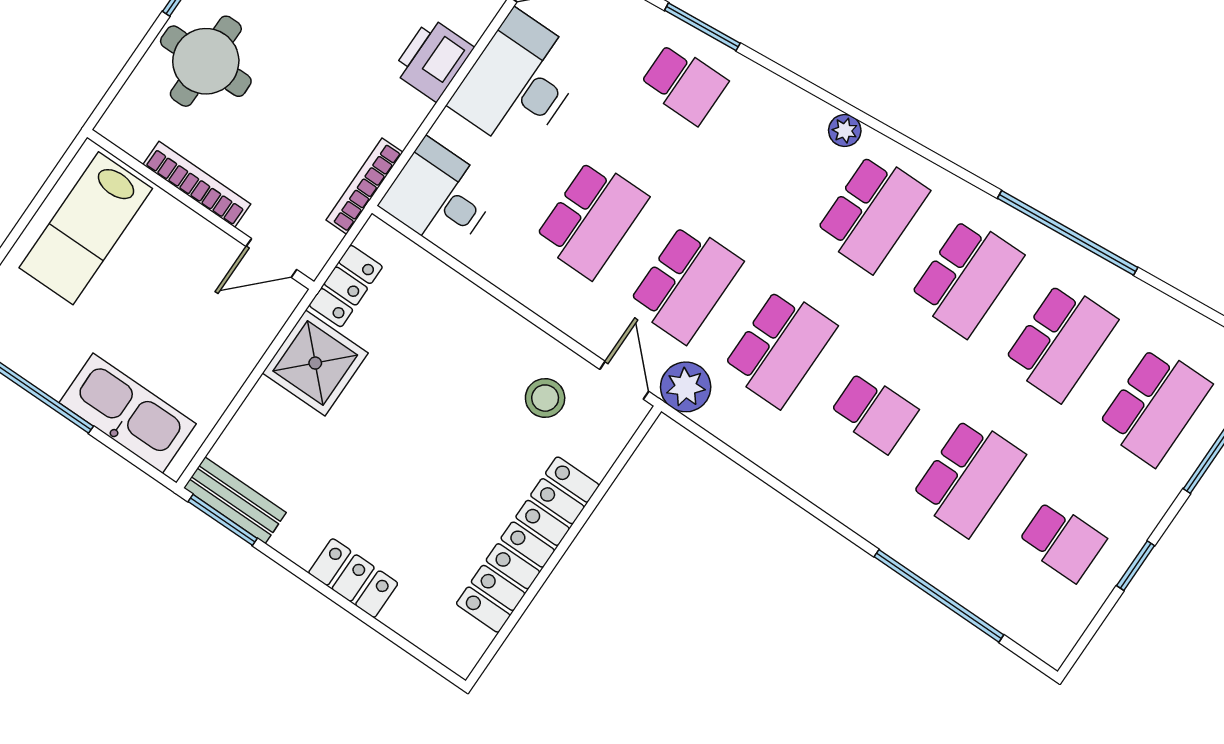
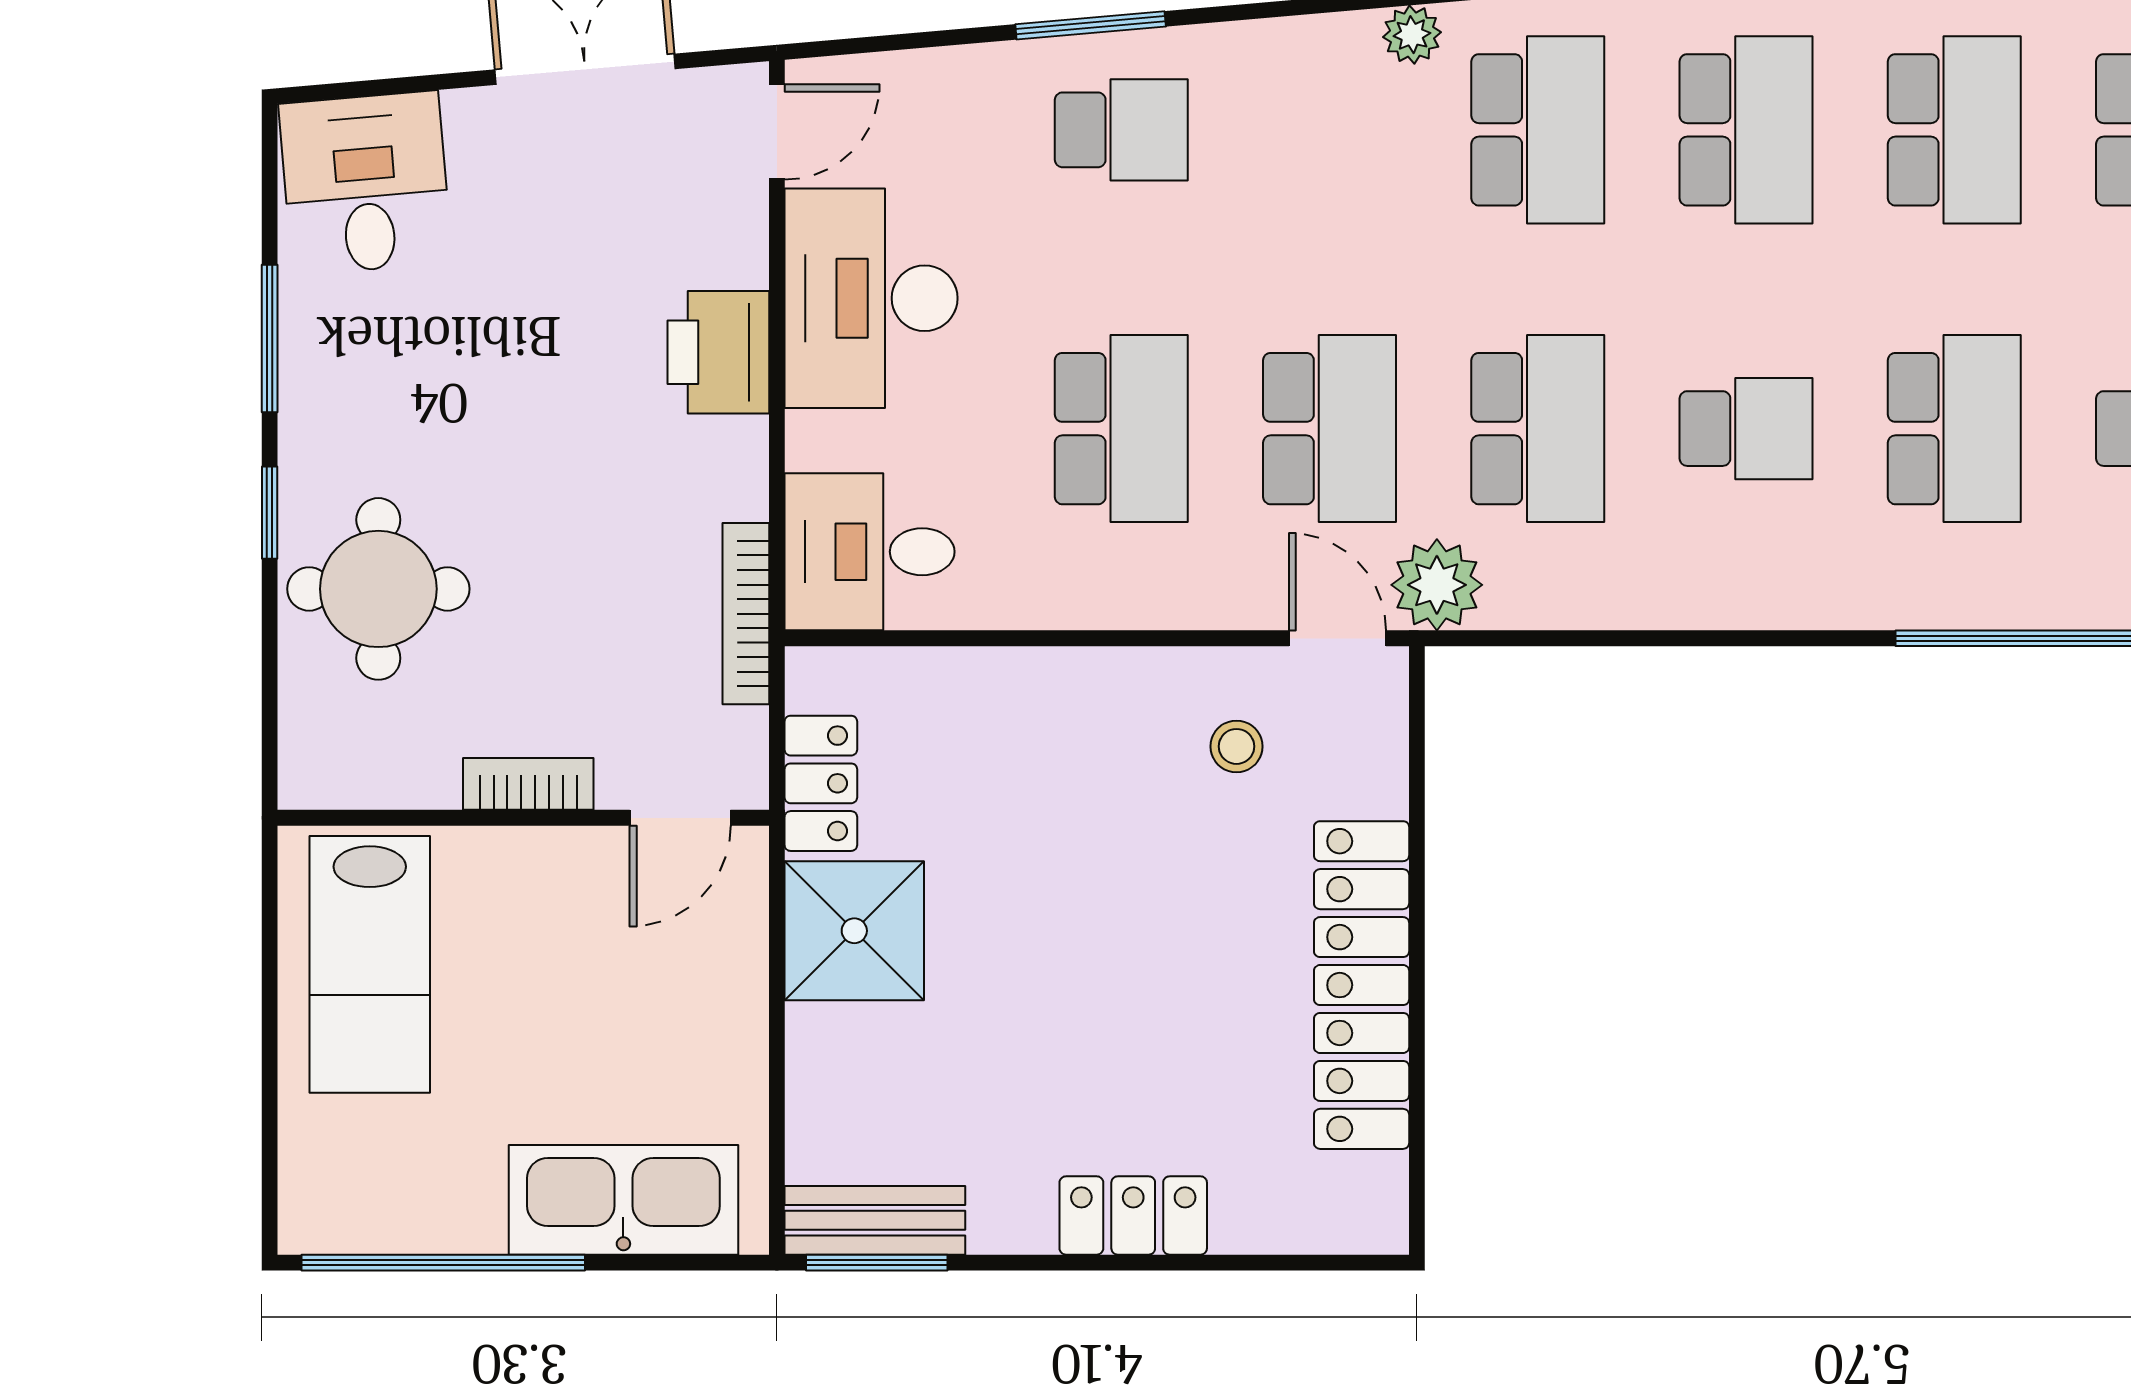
bookcase: (197, 184) -> (528, 784), width x0.64
stool: (545, 398) -> (1236, 746), width x0.73, depth x0.73

